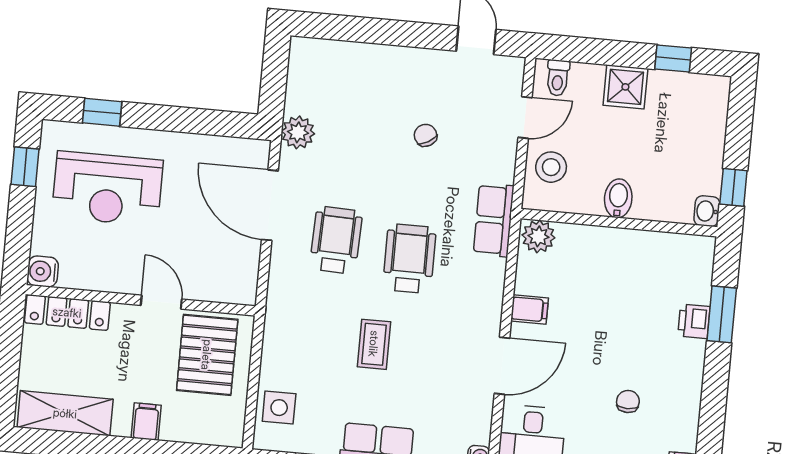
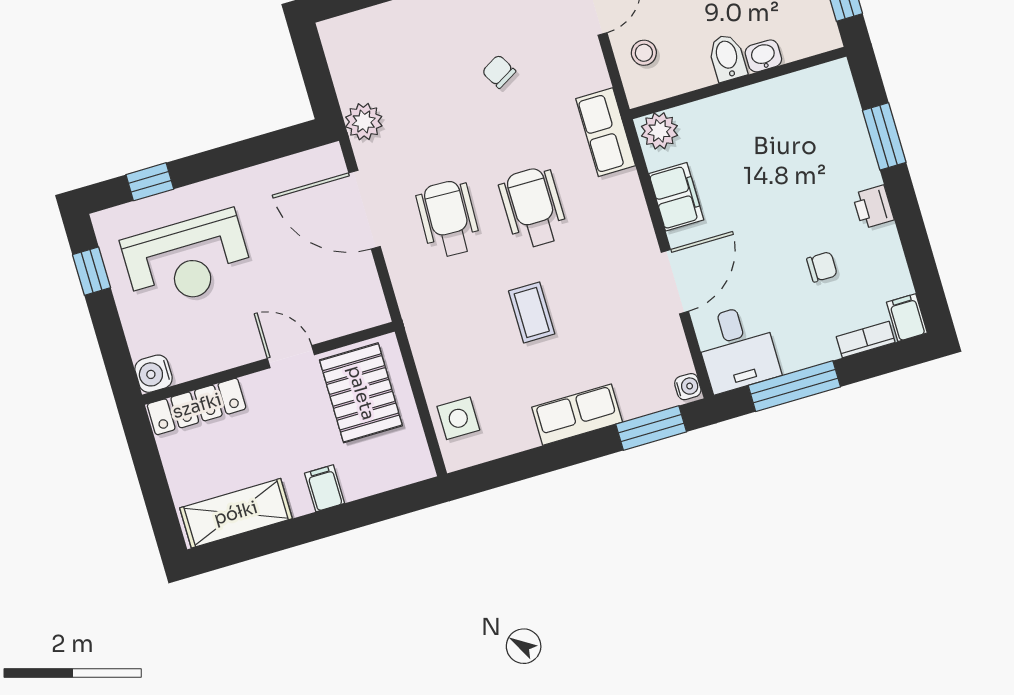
stool: (551, 167) -> (644, 53), width x0.73, depth x0.73
washbasin: (707, 211) -> (763, 56), moved, turned 90
filing cabinet: (530, 309) -> (676, 197), width x2.00
printer: (694, 321) -> (873, 207), moved
chair: (628, 401) -> (822, 267), turned 90

